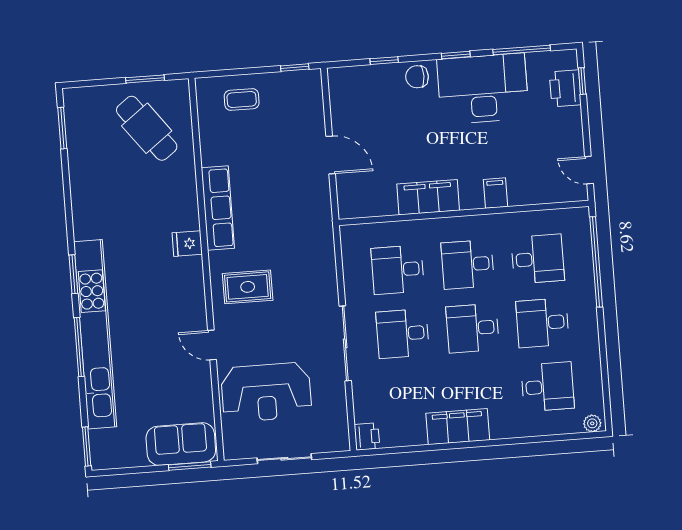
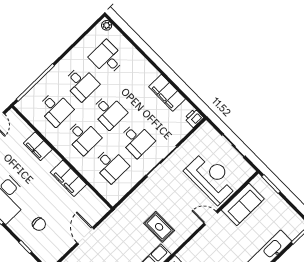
chair: (417, 77) -> (39, 224), moved
filing cabinet: (496, 193) -> (38, 146), width x2.00
desk: (538, 259) -> (55, 109), turned 180
rug: (248, 287) -> (159, 227), moved
door: (212, 345) -> (211, 218), swing flipped
filing cabinet: (458, 427) -> (167, 93), moved
sofa: (181, 444) -> (243, 204), moved, turned -90

